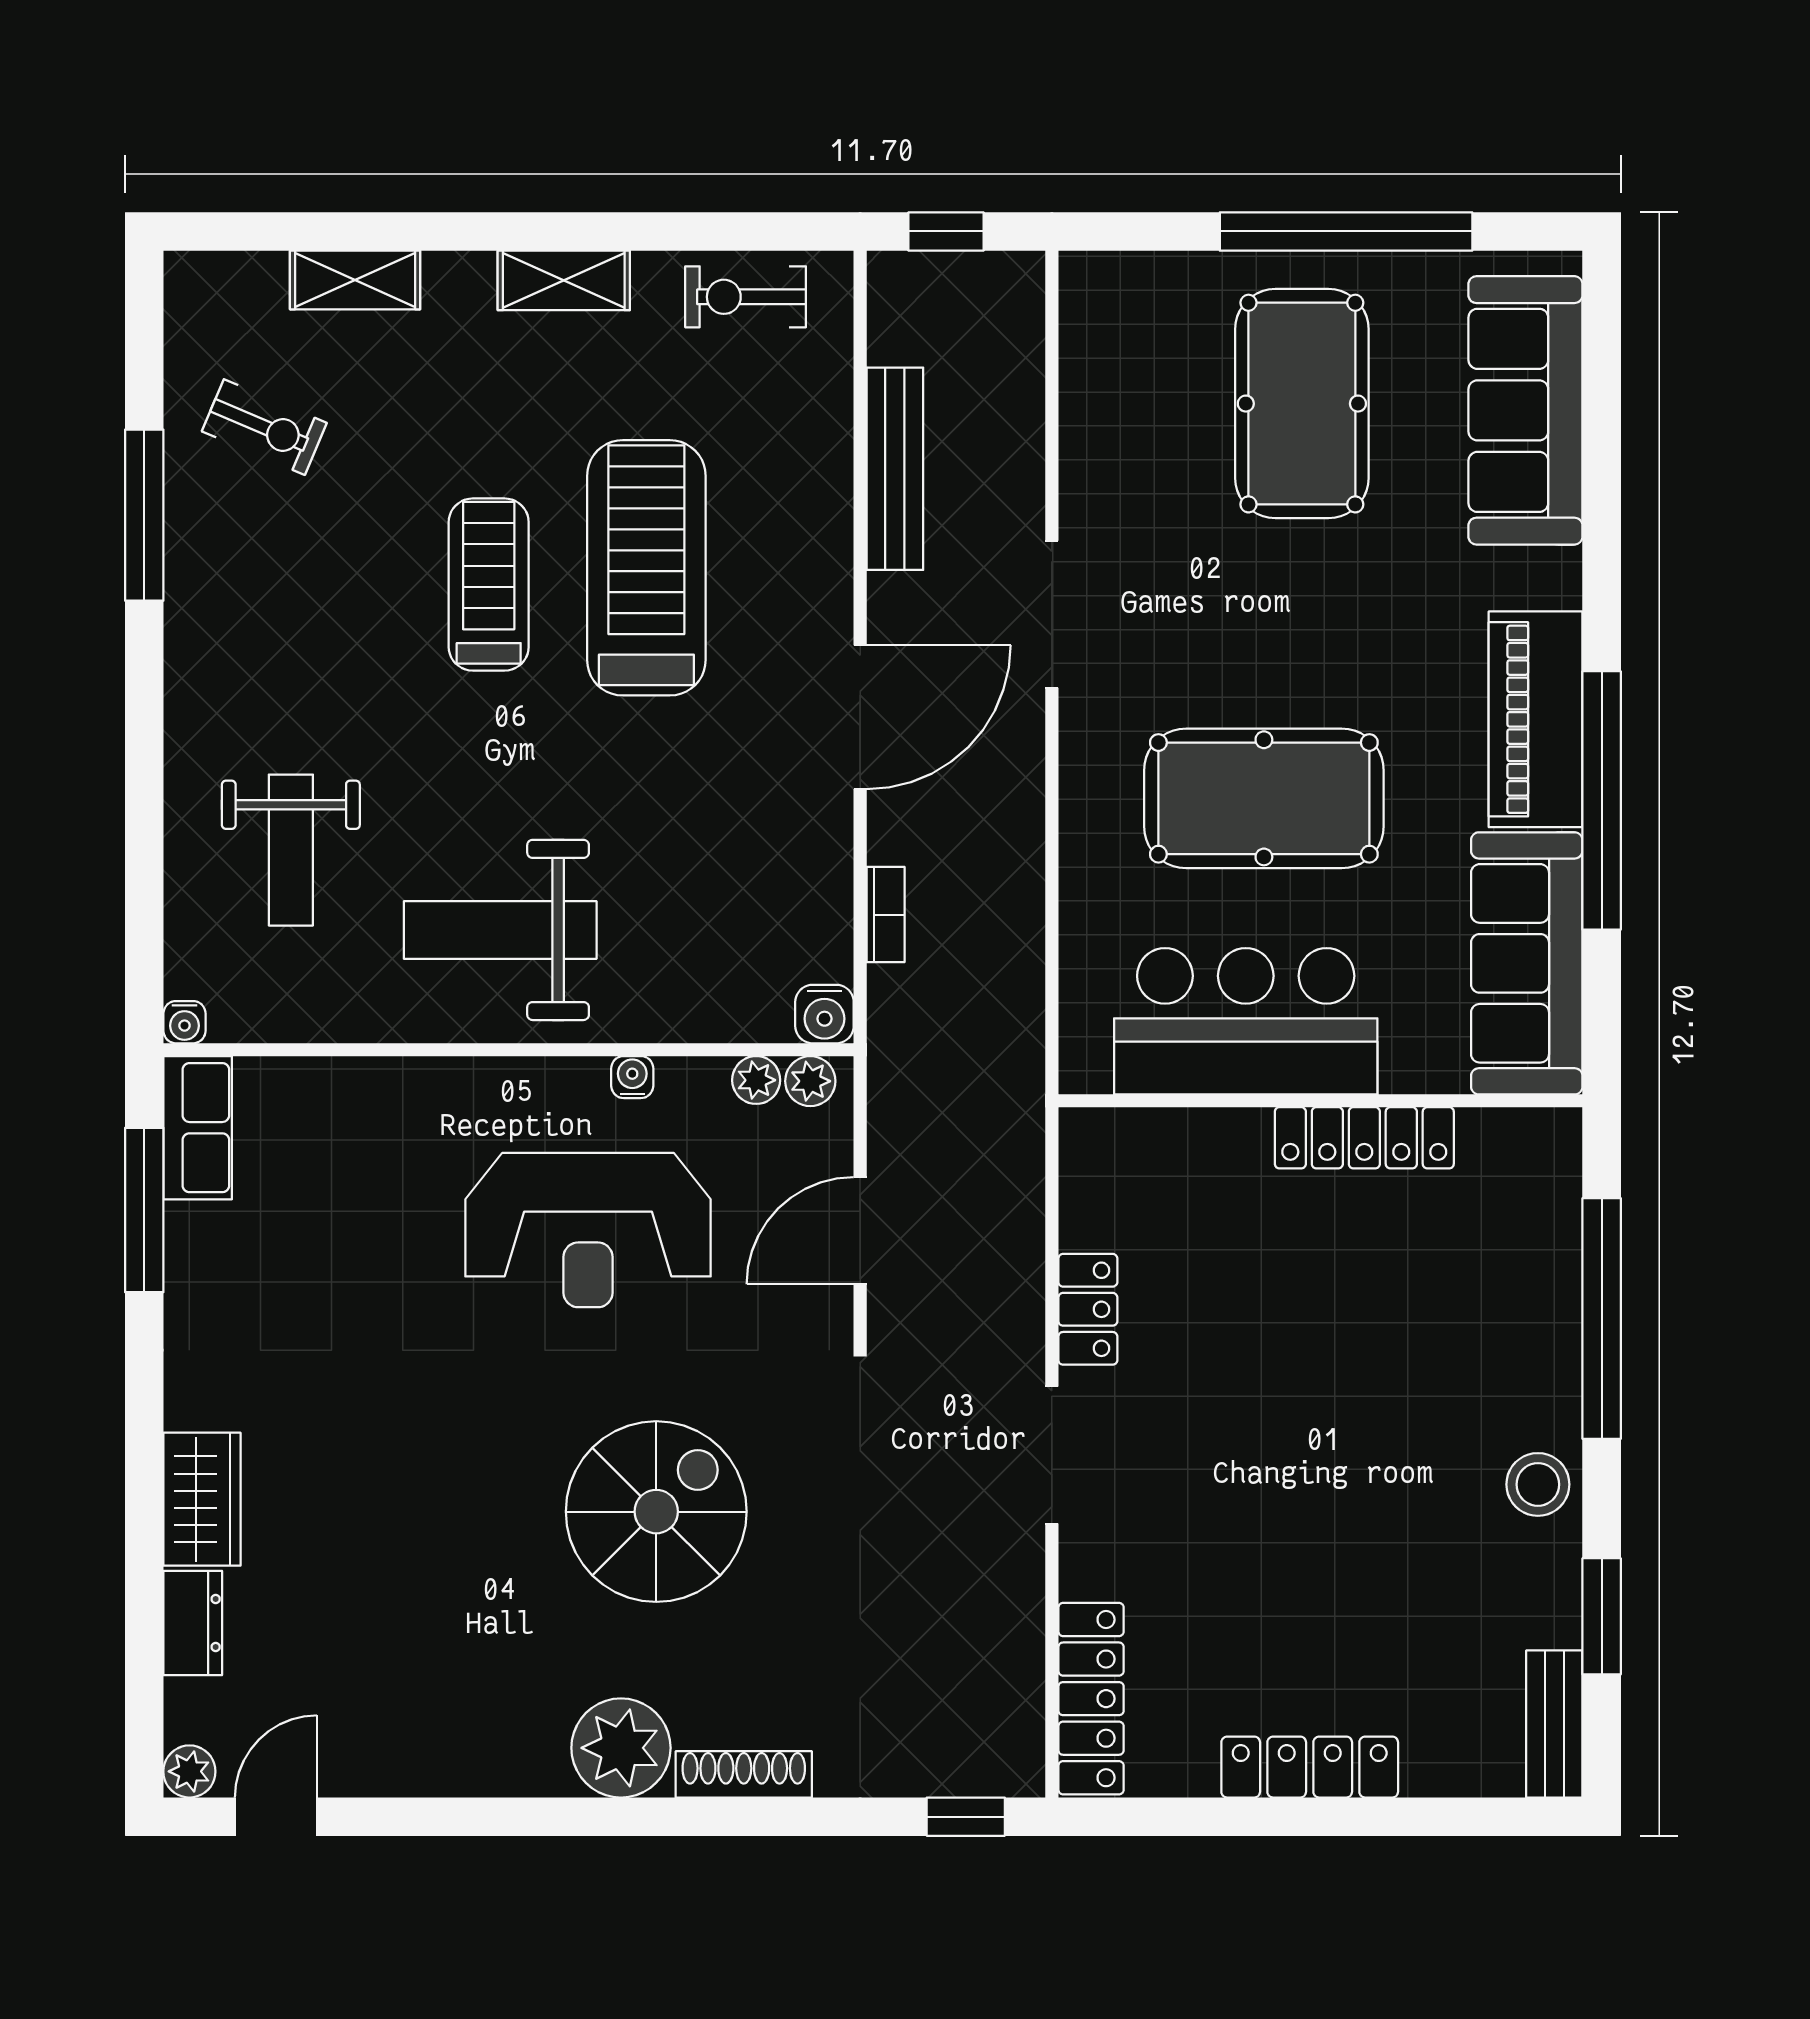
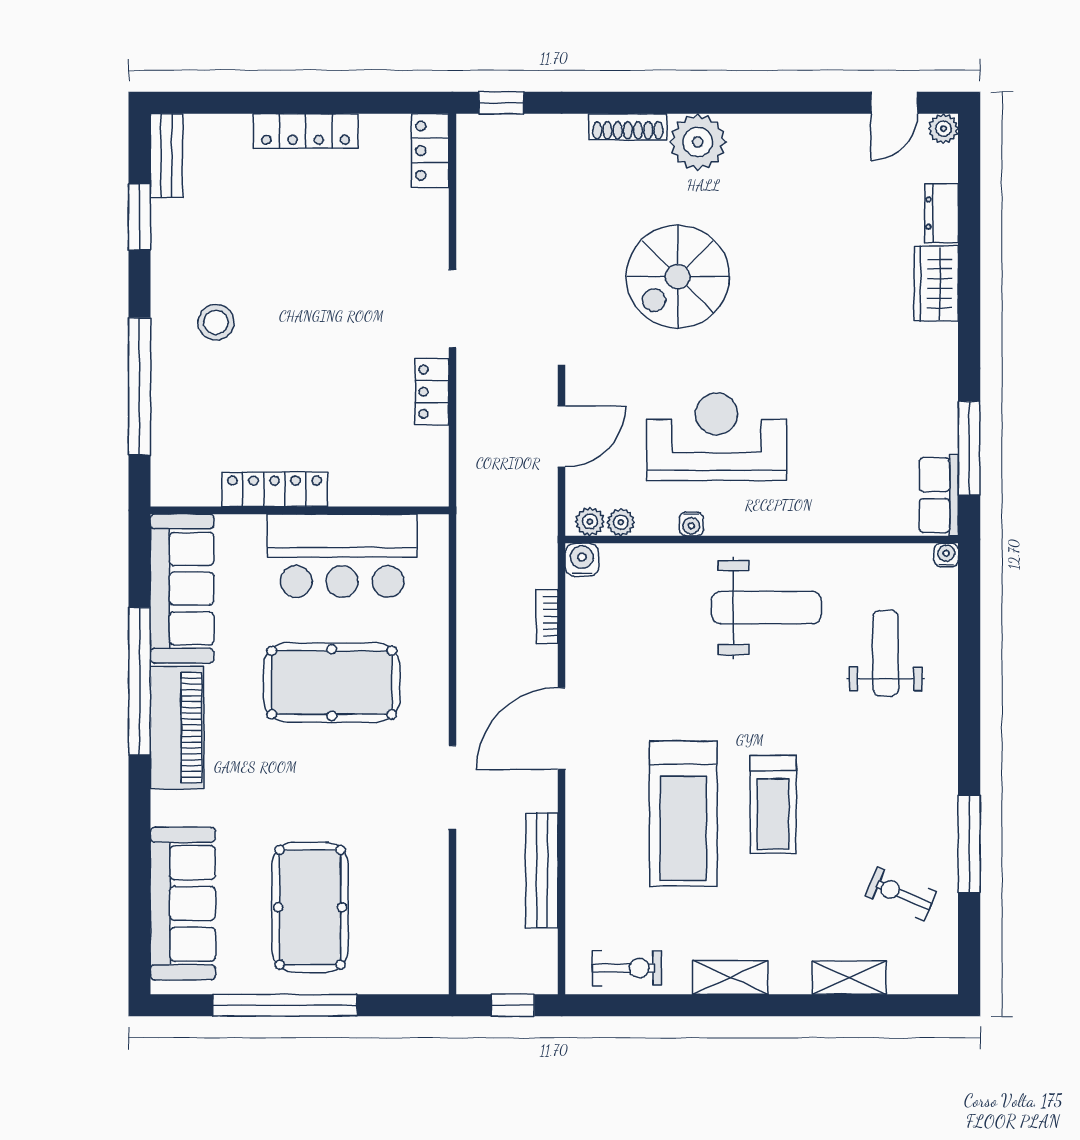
stool: (1538, 1484) -> (216, 322), moved
locker: (1091, 1699) -> (430, 151), width x0.66

